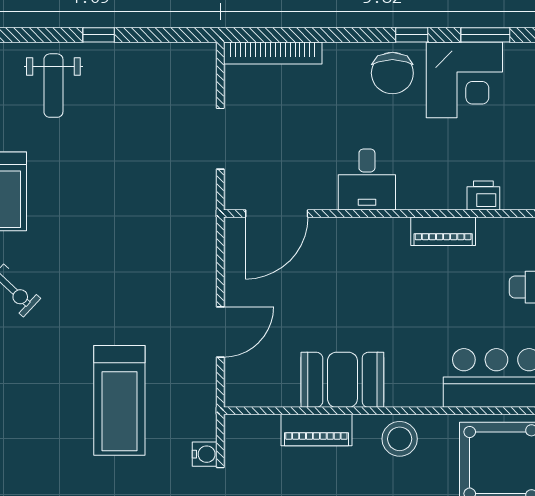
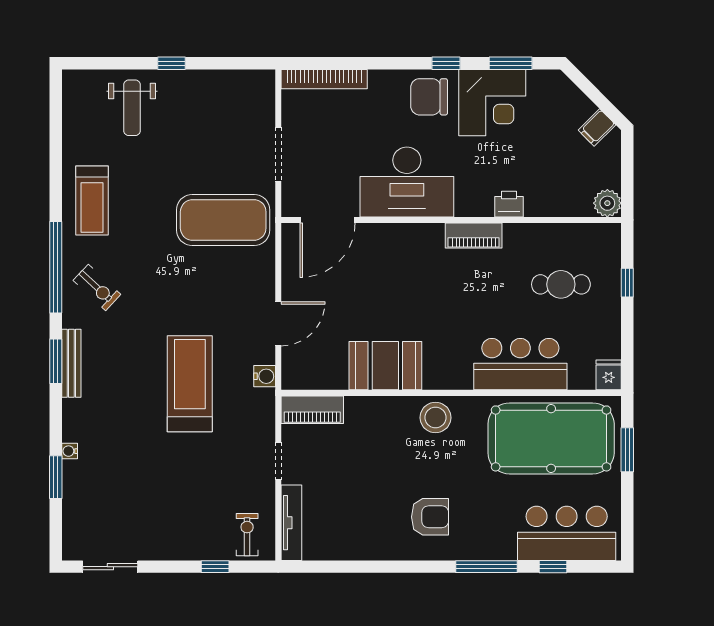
chair: (392, 73) -> (429, 97), turned 90
desk: (367, 179) -> (407, 182), width x1.87, depth x1.30
exercise mat: (157, 214) -> (223, 220), added
treadmill: (119, 400) -> (190, 384), turned 180
piano: (316, 430) -> (312, 410), moved
water cooler: (205, 454) -> (265, 376), moved

